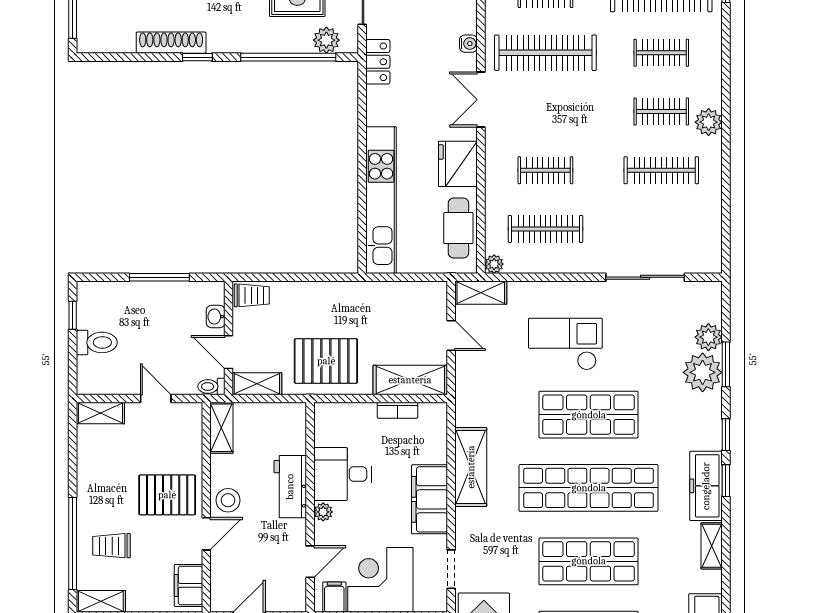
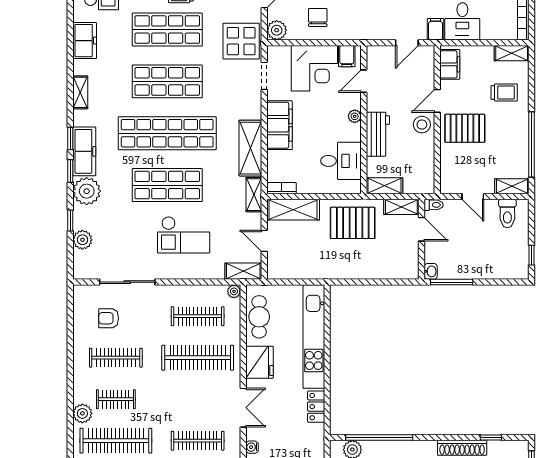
clothes rail: (545, 53) -> (198, 441), width x0.73, depth x0.76
clothes rail: (661, 53) -> (116, 441), width x1.86, depth x1.31
window: (197, 57) -> (491, 438), moved
locker: (378, 62) -> (316, 407), moved
plant: (709, 122) -> (82, 413), moved
clothes rail: (545, 170) -> (198, 358), width x1.86, depth x1.31
armchair: (671, 226) -> (109, 318), added
window: (159, 277) -> (452, 282), moved
trolley: (252, 295) -> (405, 269), removed
washbasin: (216, 317) -> (431, 271), moved
toilet: (97, 342) -> (507, 213), moved, turned -90
window: (726, 364) -> (70, 220), width x0.67
plant: (703, 372) -> (87, 191), moved
shelving: (466, 401) -> (254, 195), added
bookcase: (397, 410) -> (282, 188), moved
shelving: (221, 428) -> (385, 186), moved, turned 90
desk: (343, 474) -> (341, 161), moved
freezer: (706, 486) -> (84, 151), moved
window: (73, 544) -> (532, 144), moved

